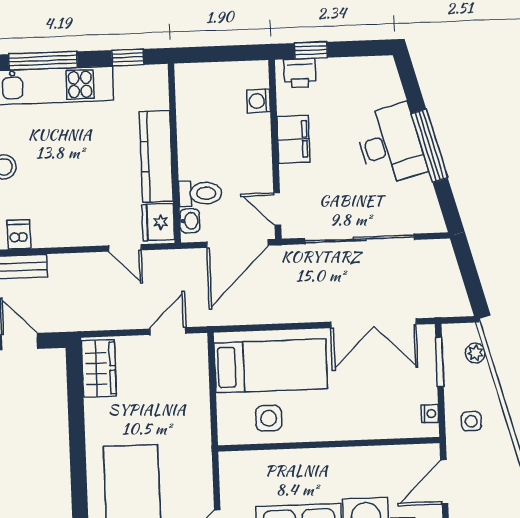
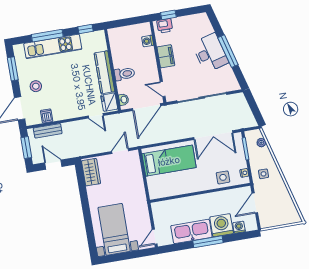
toilet: (200, 193) -> (125, 74), moved
side table: (269, 418) -> (223, 177), moved

